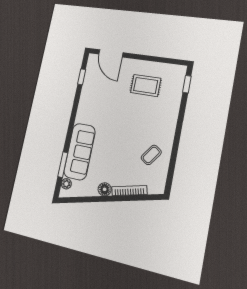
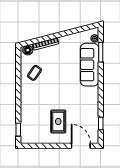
rug: (146, 85) -> (58, 121), moved, turned 90
floor lamp: (105, 189) -> (28, 50), moved

